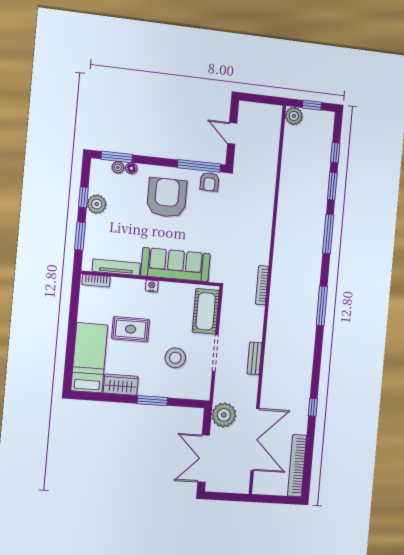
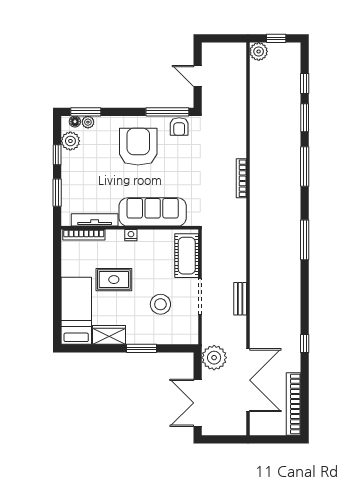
floor lamp: (131, 168) -> (75, 122), moved
plant: (97, 204) -> (70, 141), moved
bookcase: (96, 281) -> (84, 235), width x1.56
bookcase: (262, 285) -> (241, 178), moved

